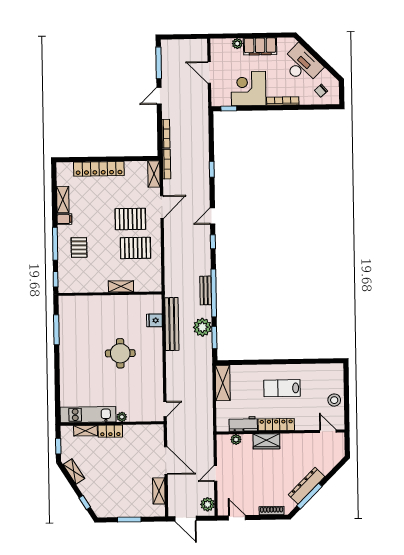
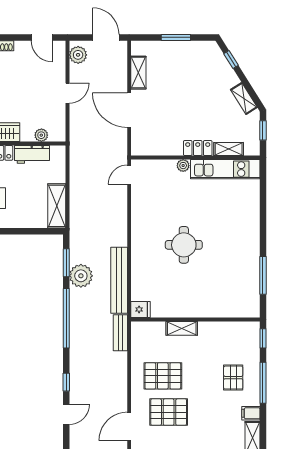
bench: (206, 290) -> (120, 333), moved
fridge: (154, 320) -> (141, 309), moved

